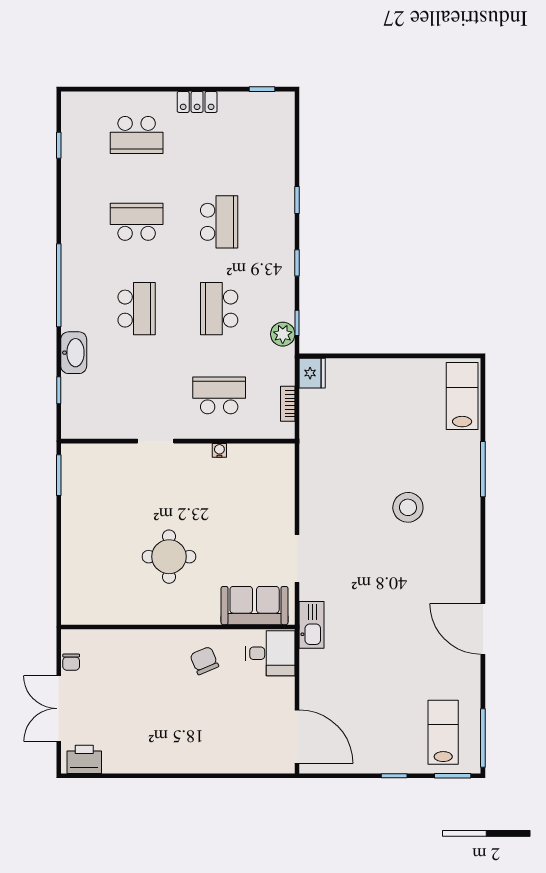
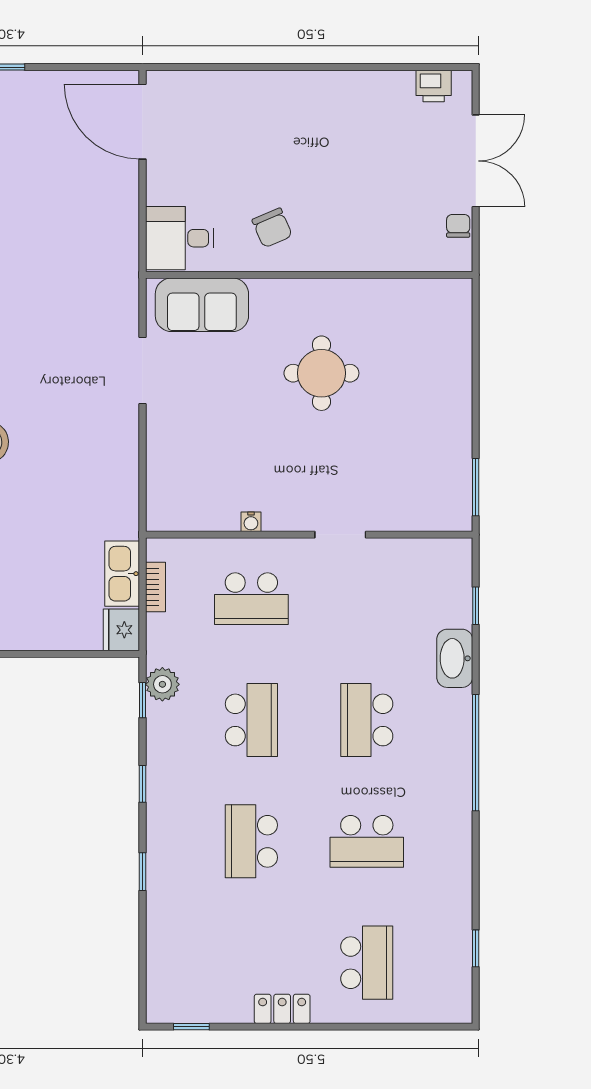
school desk: (137, 135) -> (367, 963), turned 90
kitchen sink: (312, 625) -> (122, 574), moved
printer: (84, 759) -> (434, 86), width x0.73, depth x0.81

